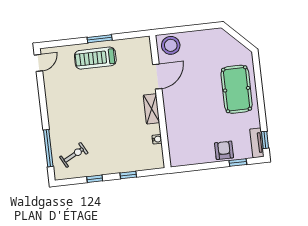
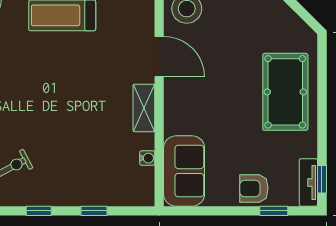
door: (157, 77) -> (159, 57), hinge flipped
sofa: (180, 144) -> (184, 171), added
armchair: (224, 150) -> (254, 188), turned -90

